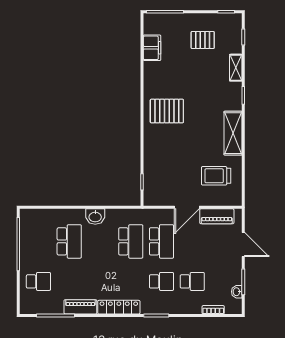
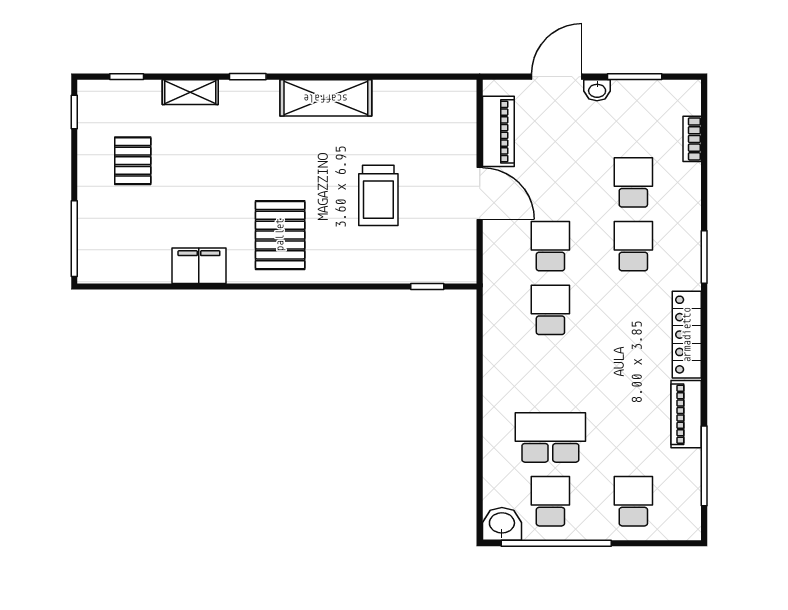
filing cabinet: (152, 48) -> (199, 266), moved
trolley: (216, 176) -> (378, 195), moved
washbasin: (95, 217) -> (502, 524), moved, turned -90
school desk: (38, 241) -> (550, 501), added
school desk: (131, 241) -> (550, 310), width x0.54
school desk: (161, 241) -> (550, 246), width x0.54
washbasin: (237, 292) -> (597, 90), moved

